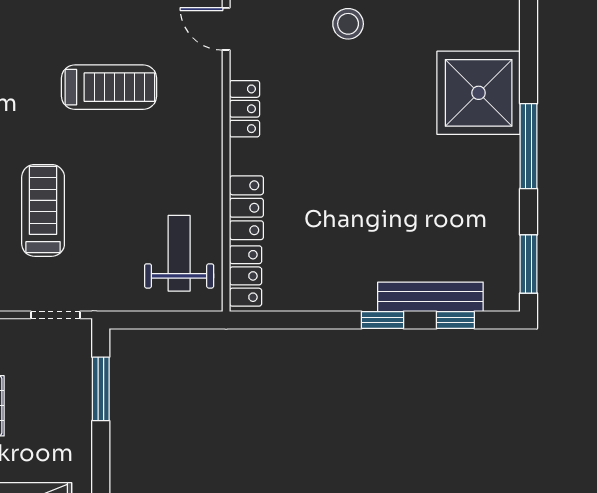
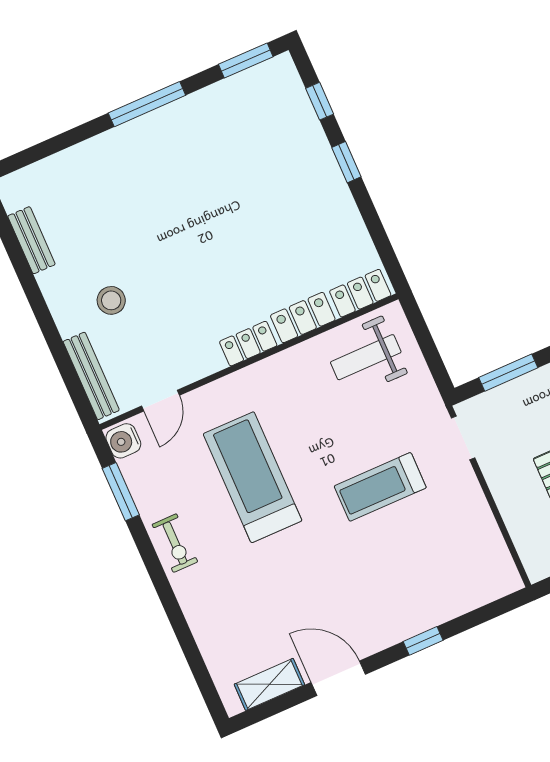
treadmill: (109, 87) -> (253, 477), width x1.37, depth x1.38
shower: (479, 93) -> (121, 166), removed
locker: (245, 109) -> (248, 344), moved
bench: (430, 297) -> (309, 131), removed

